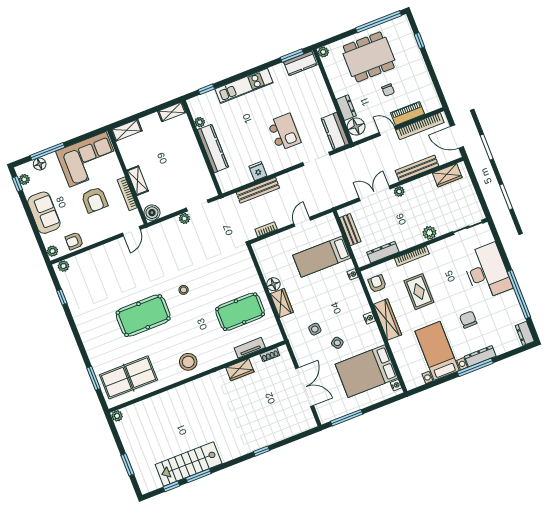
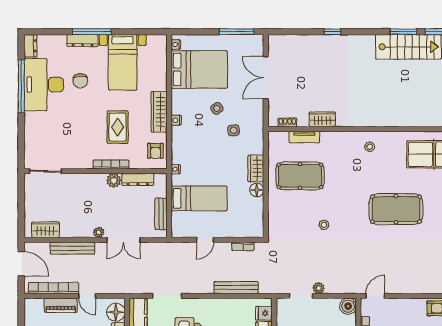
fridge: (258, 171) -> (264, 313), moved, turned 90
plant: (429, 233) -> (114, 180), moved
desk: (487, 272) -> (44, 85), moved
stool: (184, 290) -> (324, 225), moved
stool: (188, 362) -> (370, 147), width x0.53, depth x0.53

